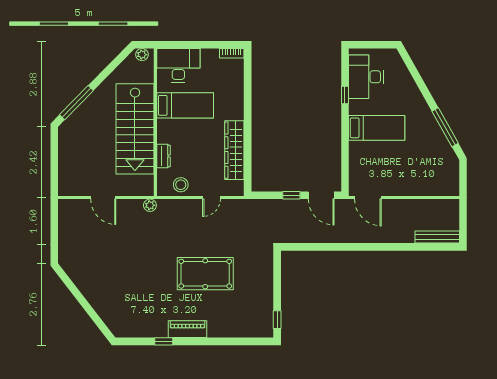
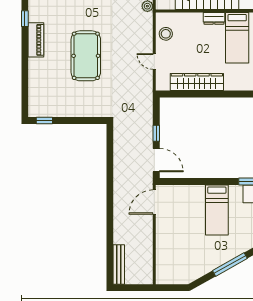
window: (445, 127) -> (230, 265), moved
dresser: (164, 156) -> (214, 18), moved
door: (321, 195) -> (156, 160), swing flipped

